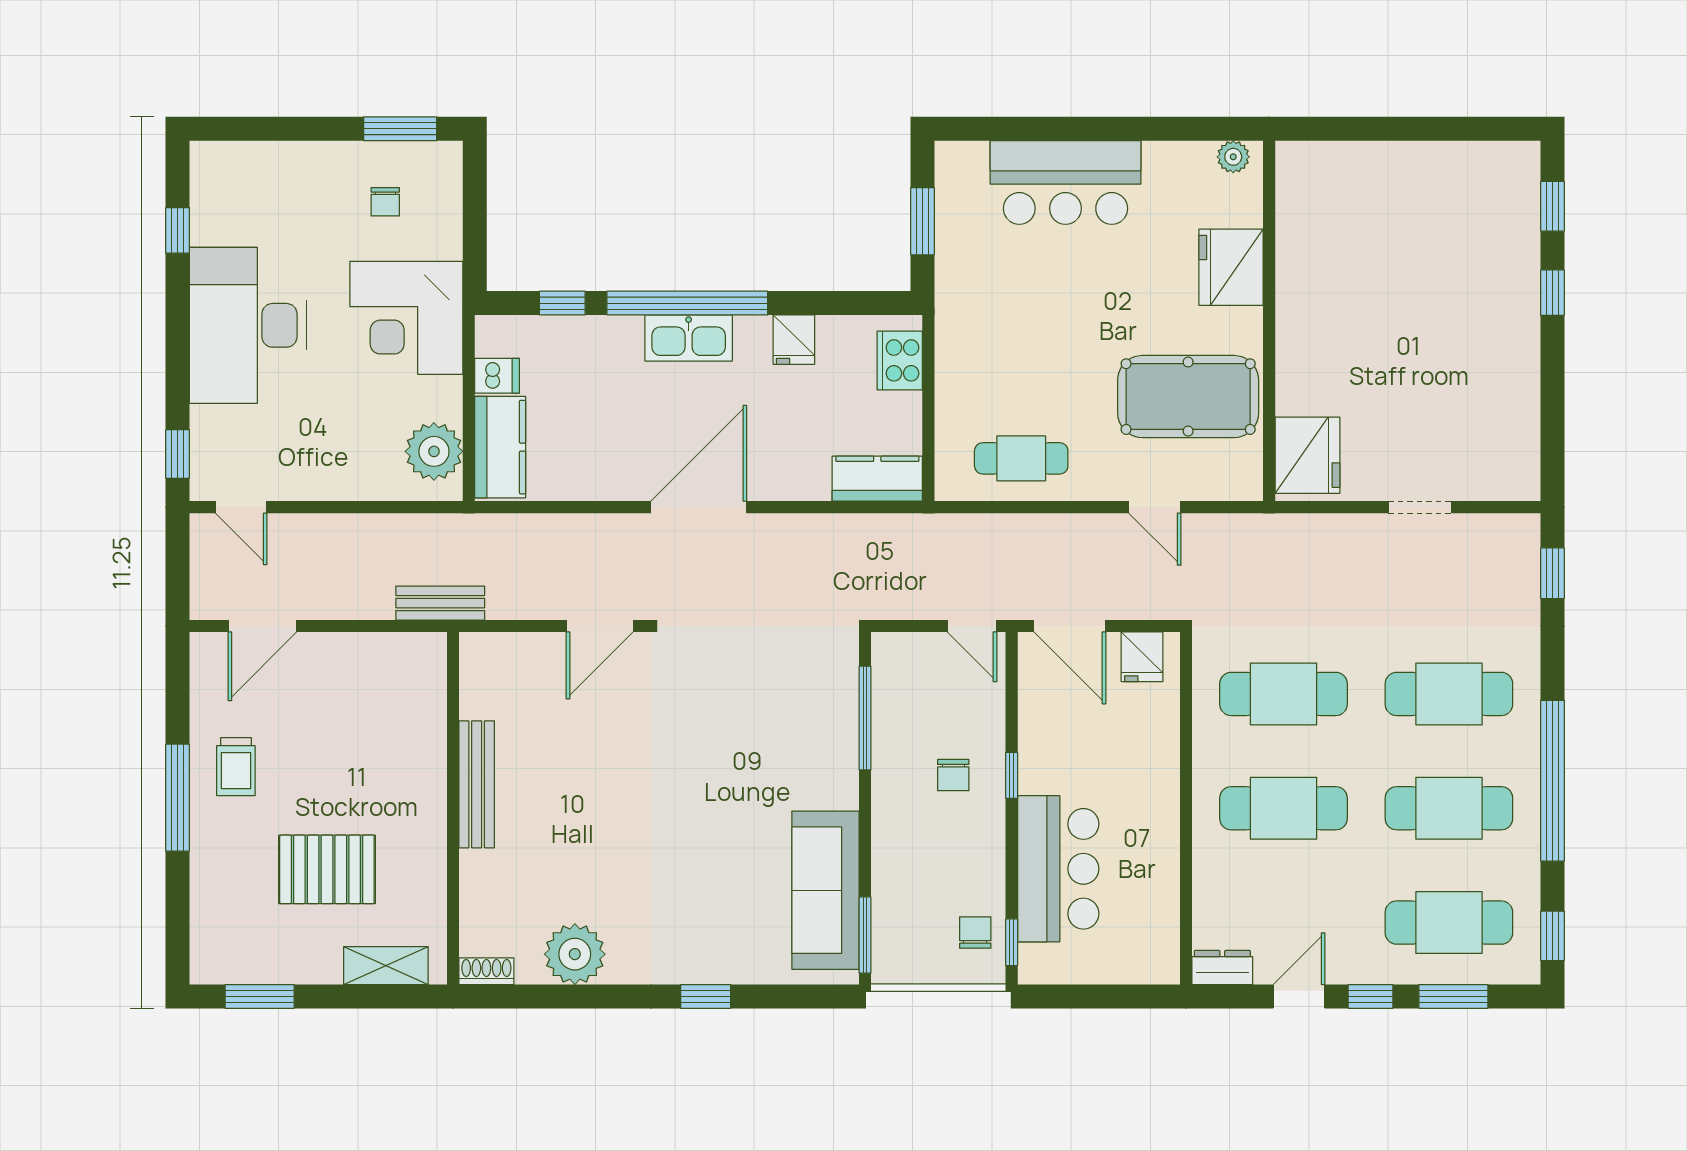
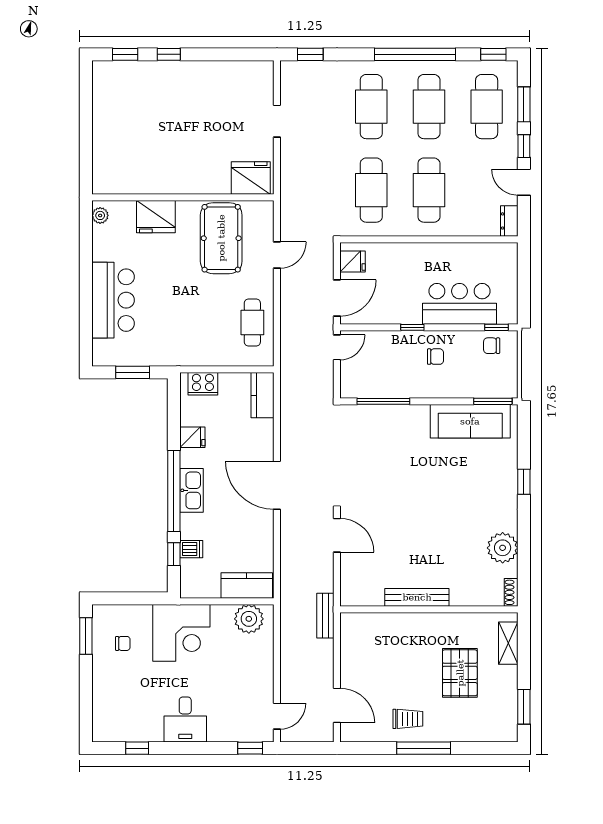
desk: (248, 325) -> (185, 720), width x0.53, depth x0.77
dishwasher: (497, 376) -> (191, 549), moved, turned 90
chair: (953, 775) -> (435, 357), moved

